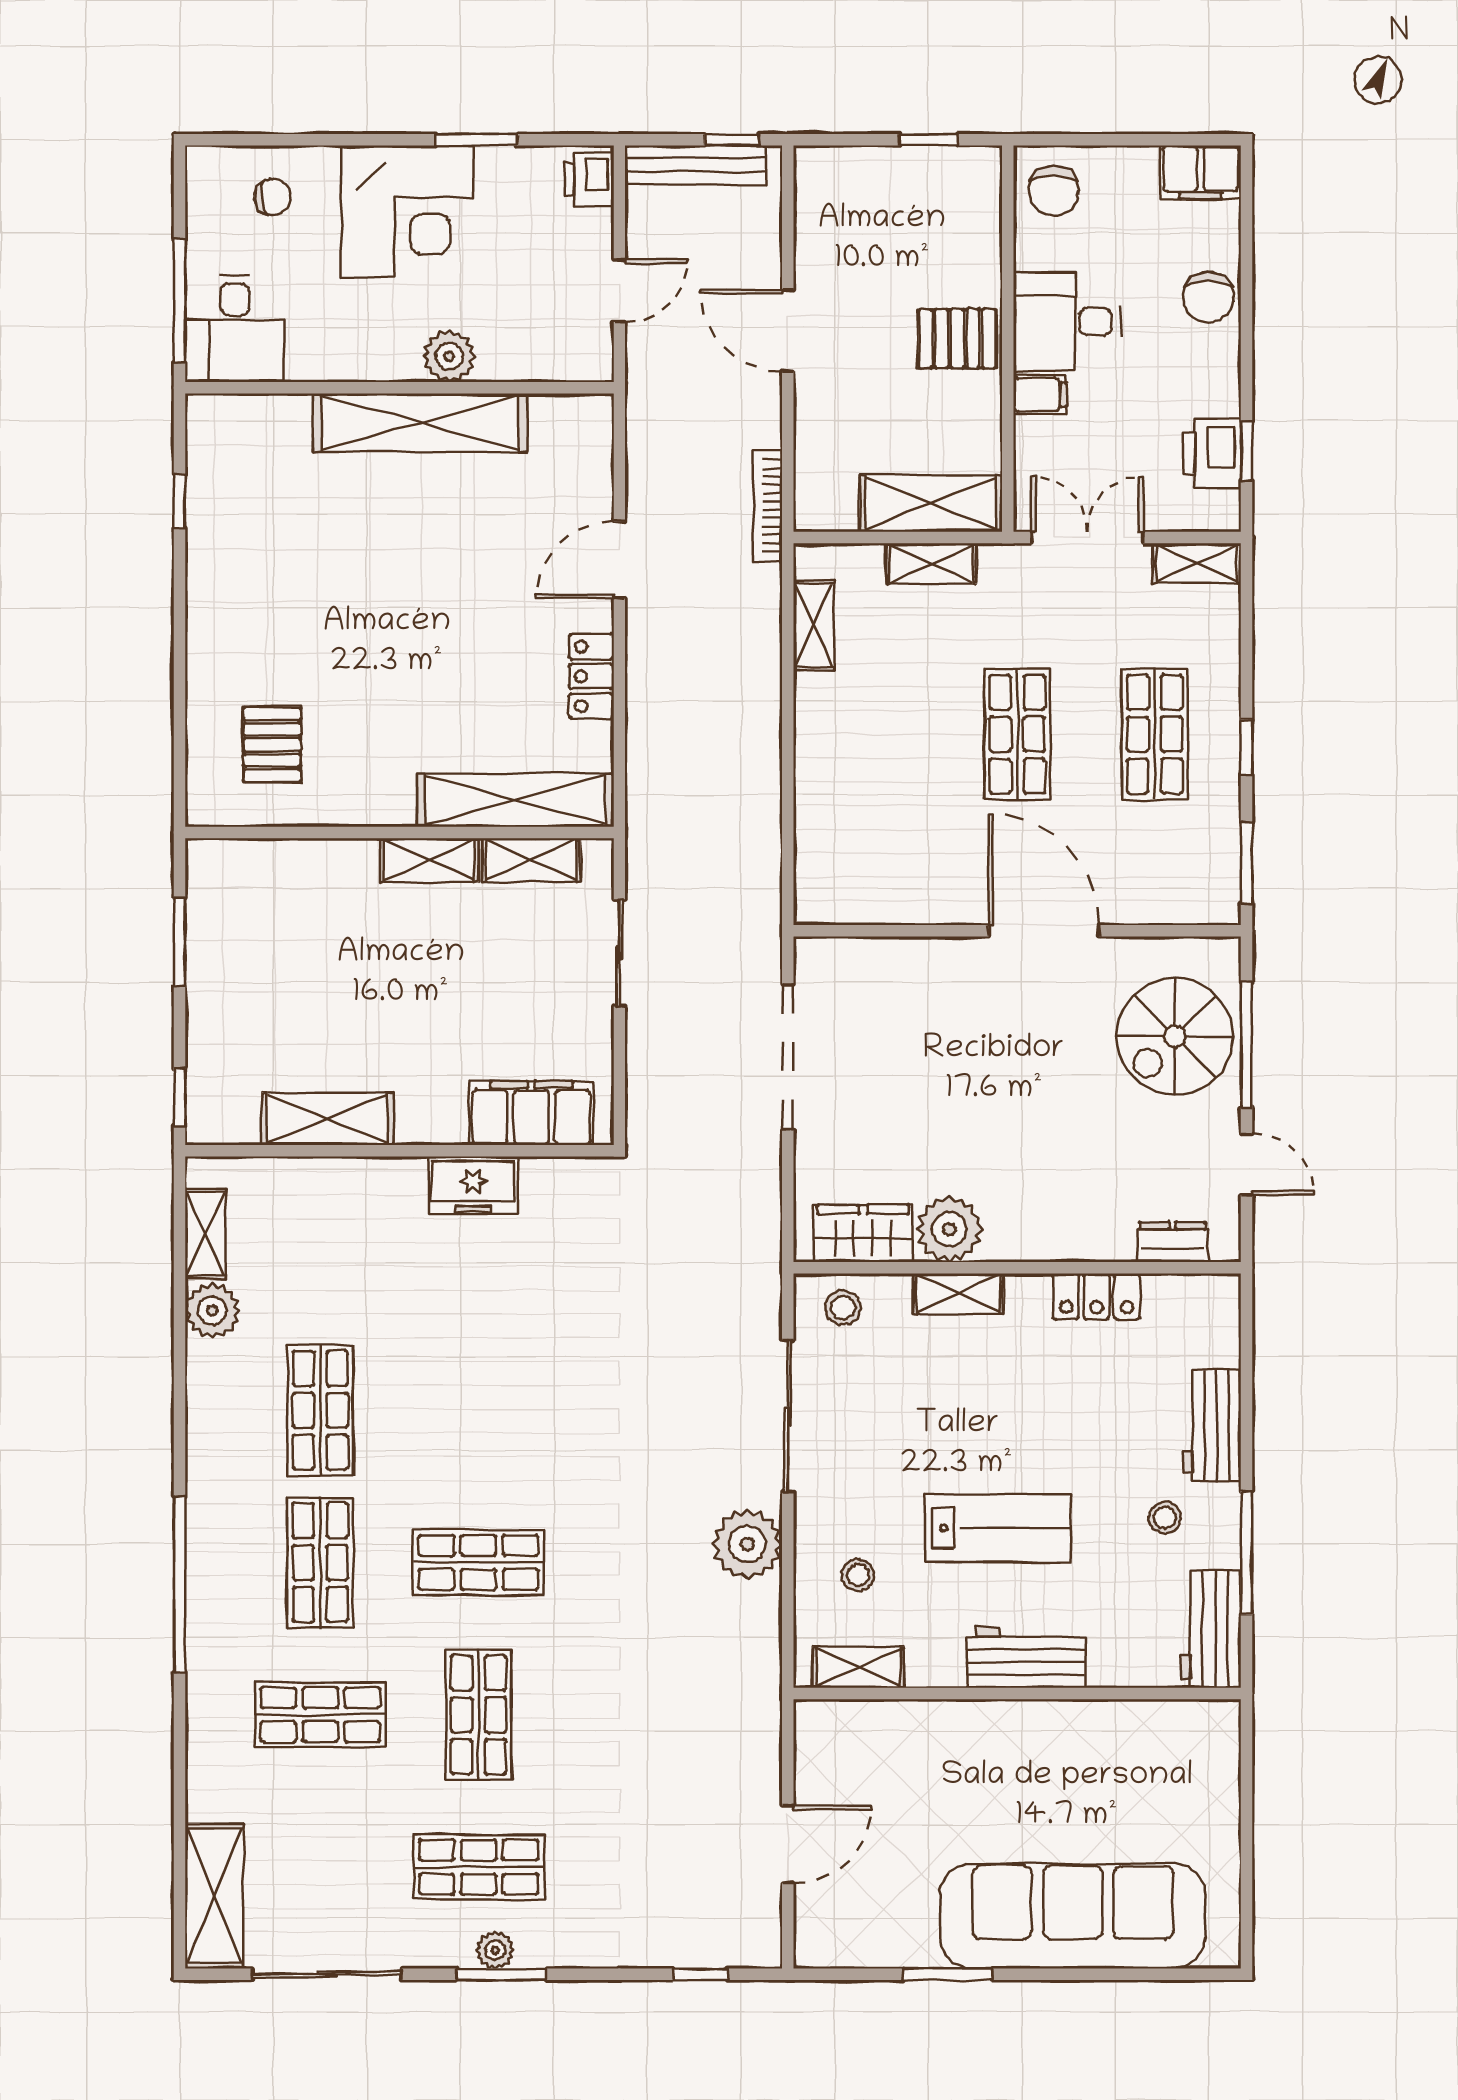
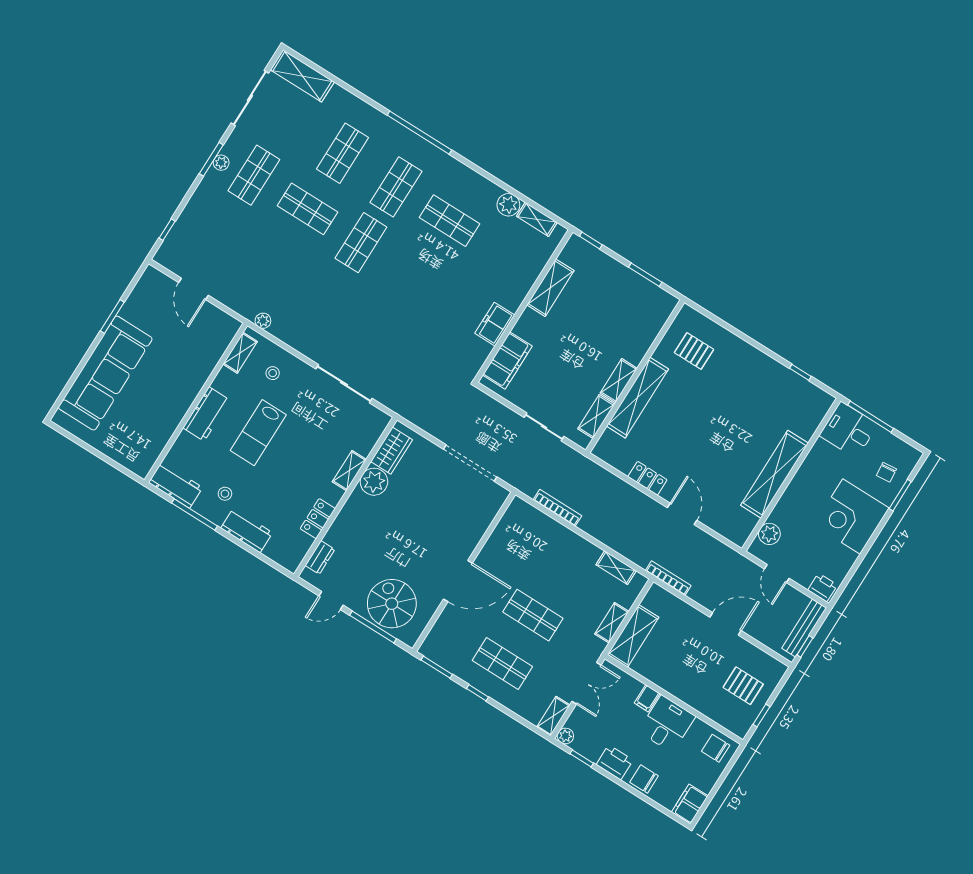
window: (476, 140) -> (900, 495), moved
pallet: (957, 339) -> (743, 686), moved, turned 90
plant: (449, 356) -> (769, 534), moved
printer: (1212, 453) -> (615, 762), moved
plant: (1222, 513) -> (565, 736), added
shelving: (515, 800) -> (638, 398), moved
bookcase: (767, 822) -> (557, 508), added
stool: (843, 1308) -> (370, 427), removed
plant: (747, 1544) -> (263, 321), moved, width x0.53, depth x0.53
shop shelf: (320, 1562) -> (396, 187), turned 90

